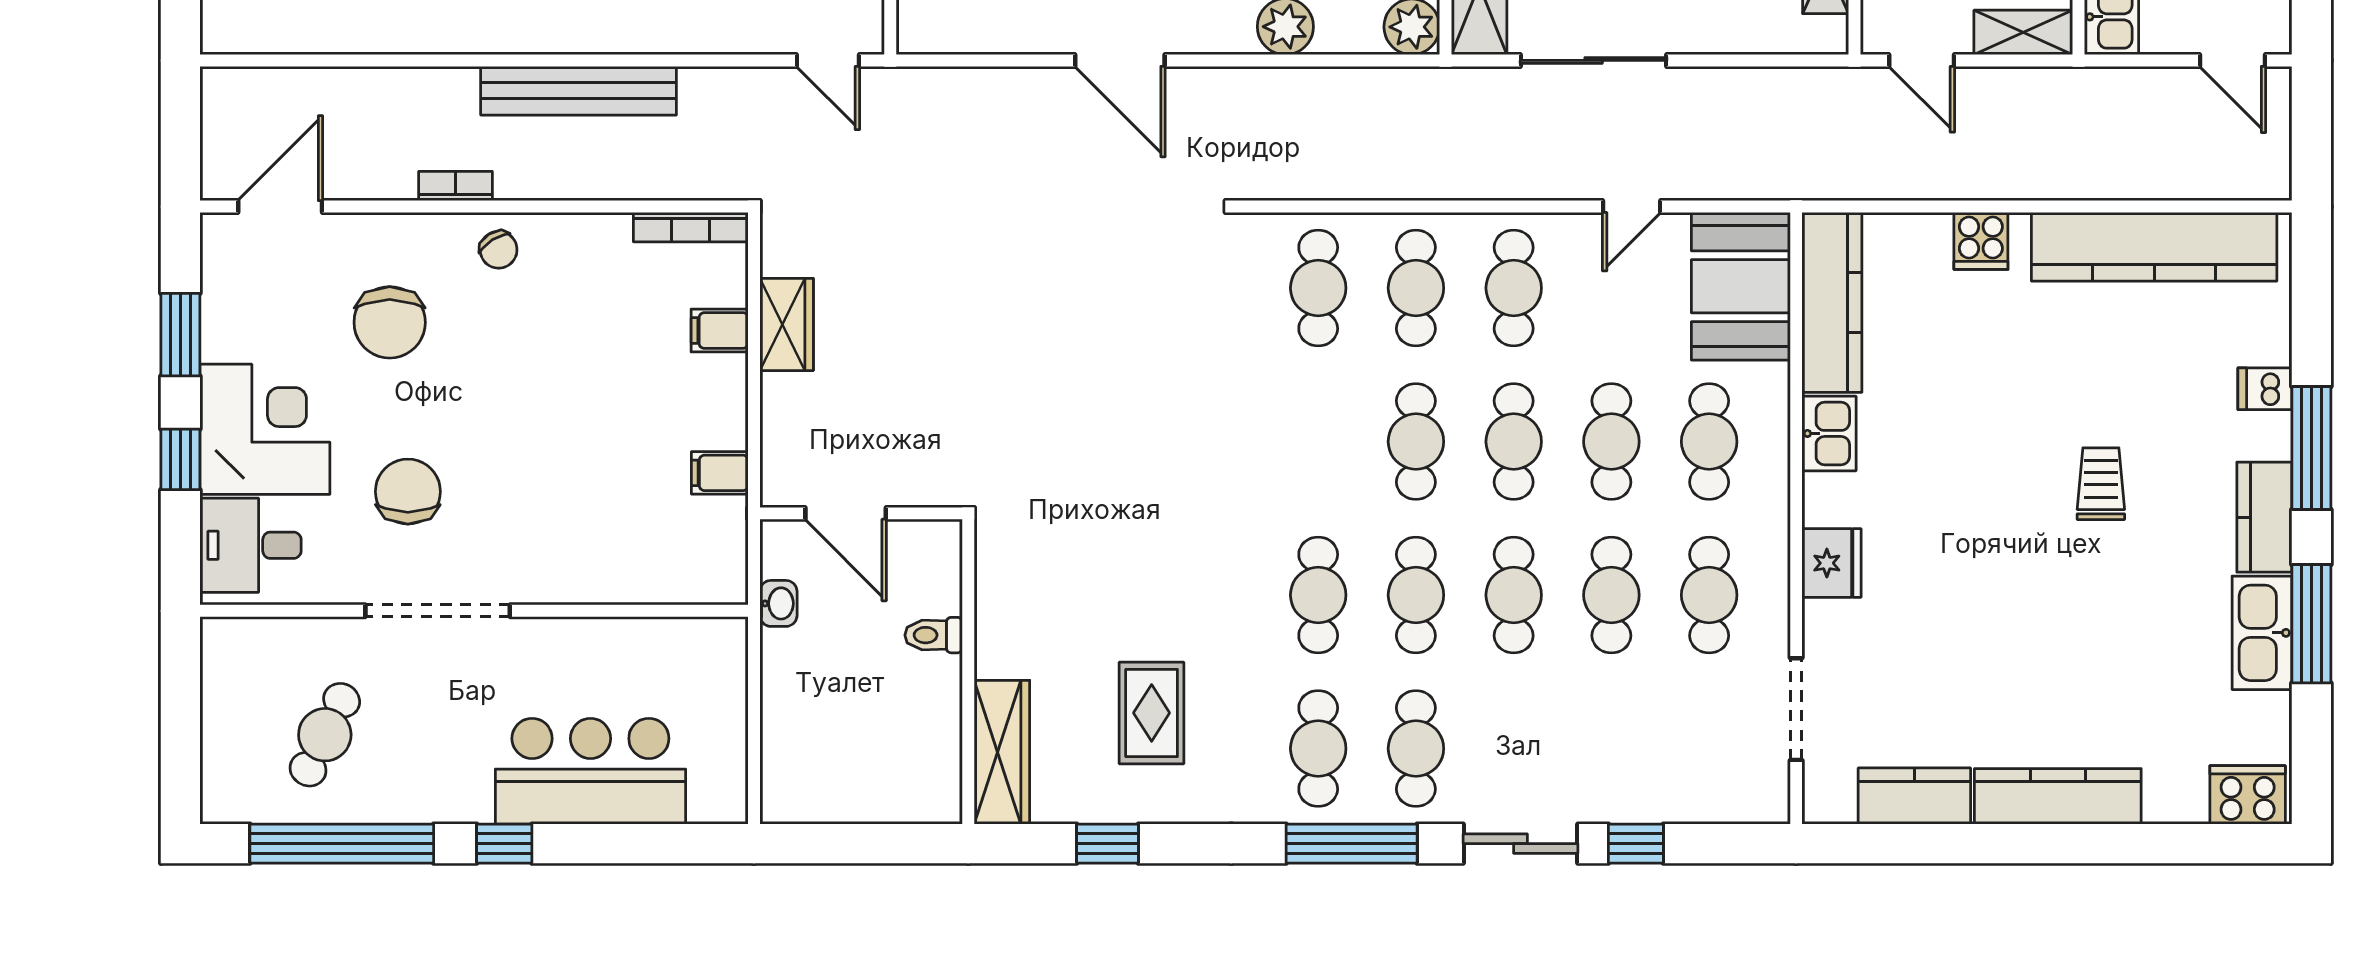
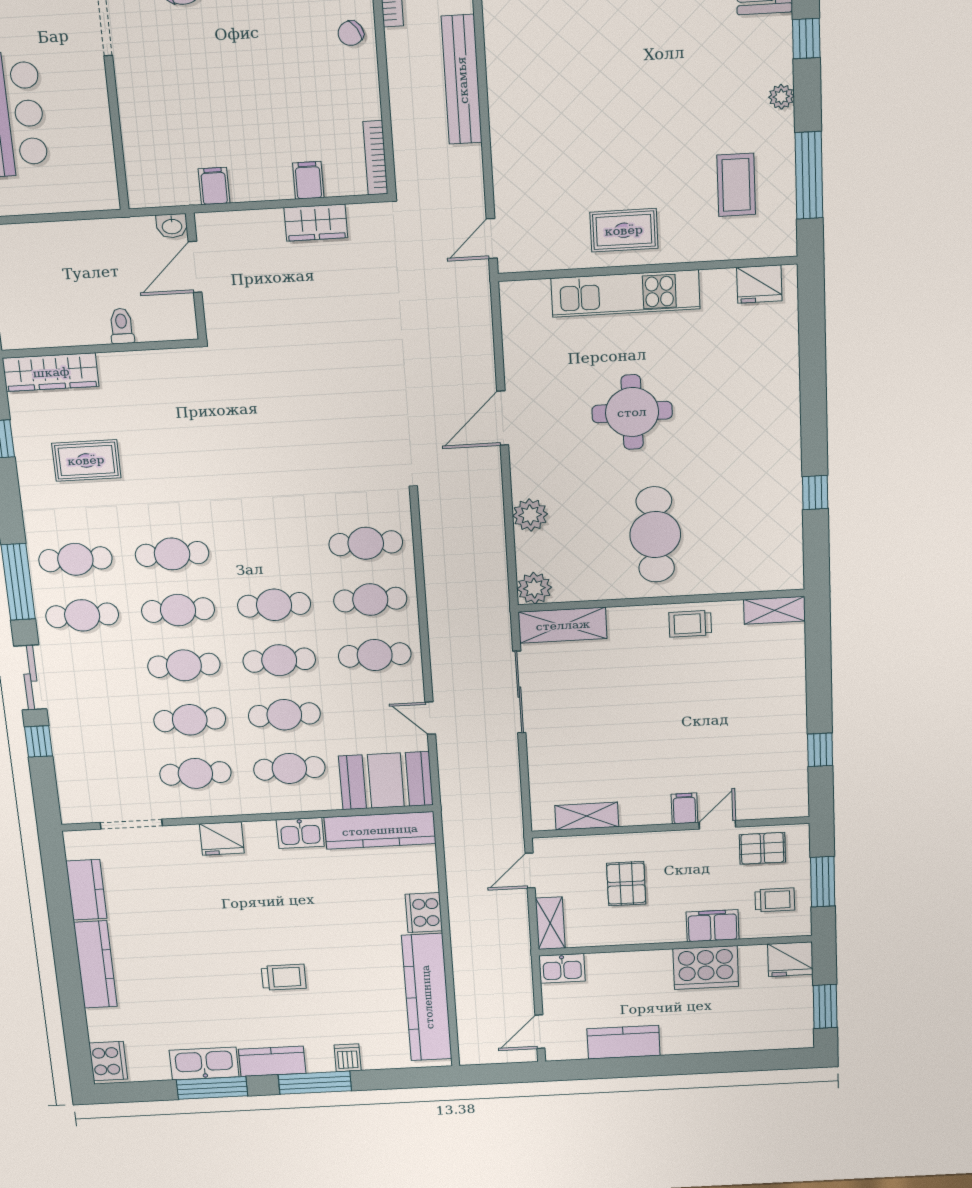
cooker: (1981, 241) -> (424, 913), width x1.36
washbasin: (778, 603) -> (172, 226), moved

